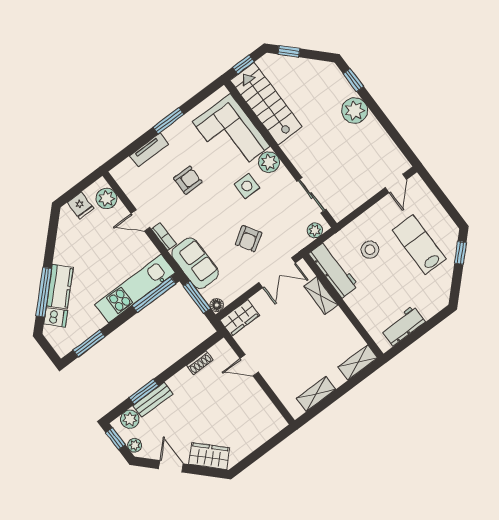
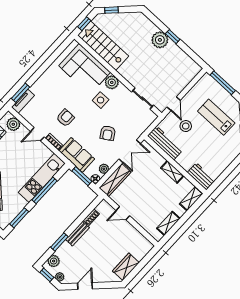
window: (353, 80) -> (173, 37), moved
window: (169, 121) -> (21, 93), moved
tv unit: (149, 150) -> (23, 101), moved
armchair: (188, 180) -> (65, 118), moved
door: (396, 183) -> (174, 104), moved
window: (439, 194) -> (223, 83), added
plant: (315, 230) -> (104, 169), moved
window: (154, 295) -> (44, 190), moved
shelving: (321, 296) -> (172, 172), moved
wardrobe: (240, 318) -> (115, 180), width x1.50
workbench: (403, 326) -> (201, 176), moved, turned 90
bench: (153, 400) -> (77, 234), moved
wardrobe: (209, 456) -> (126, 267), moved, turned -45
door: (171, 466) -> (85, 286), hinge flipped

